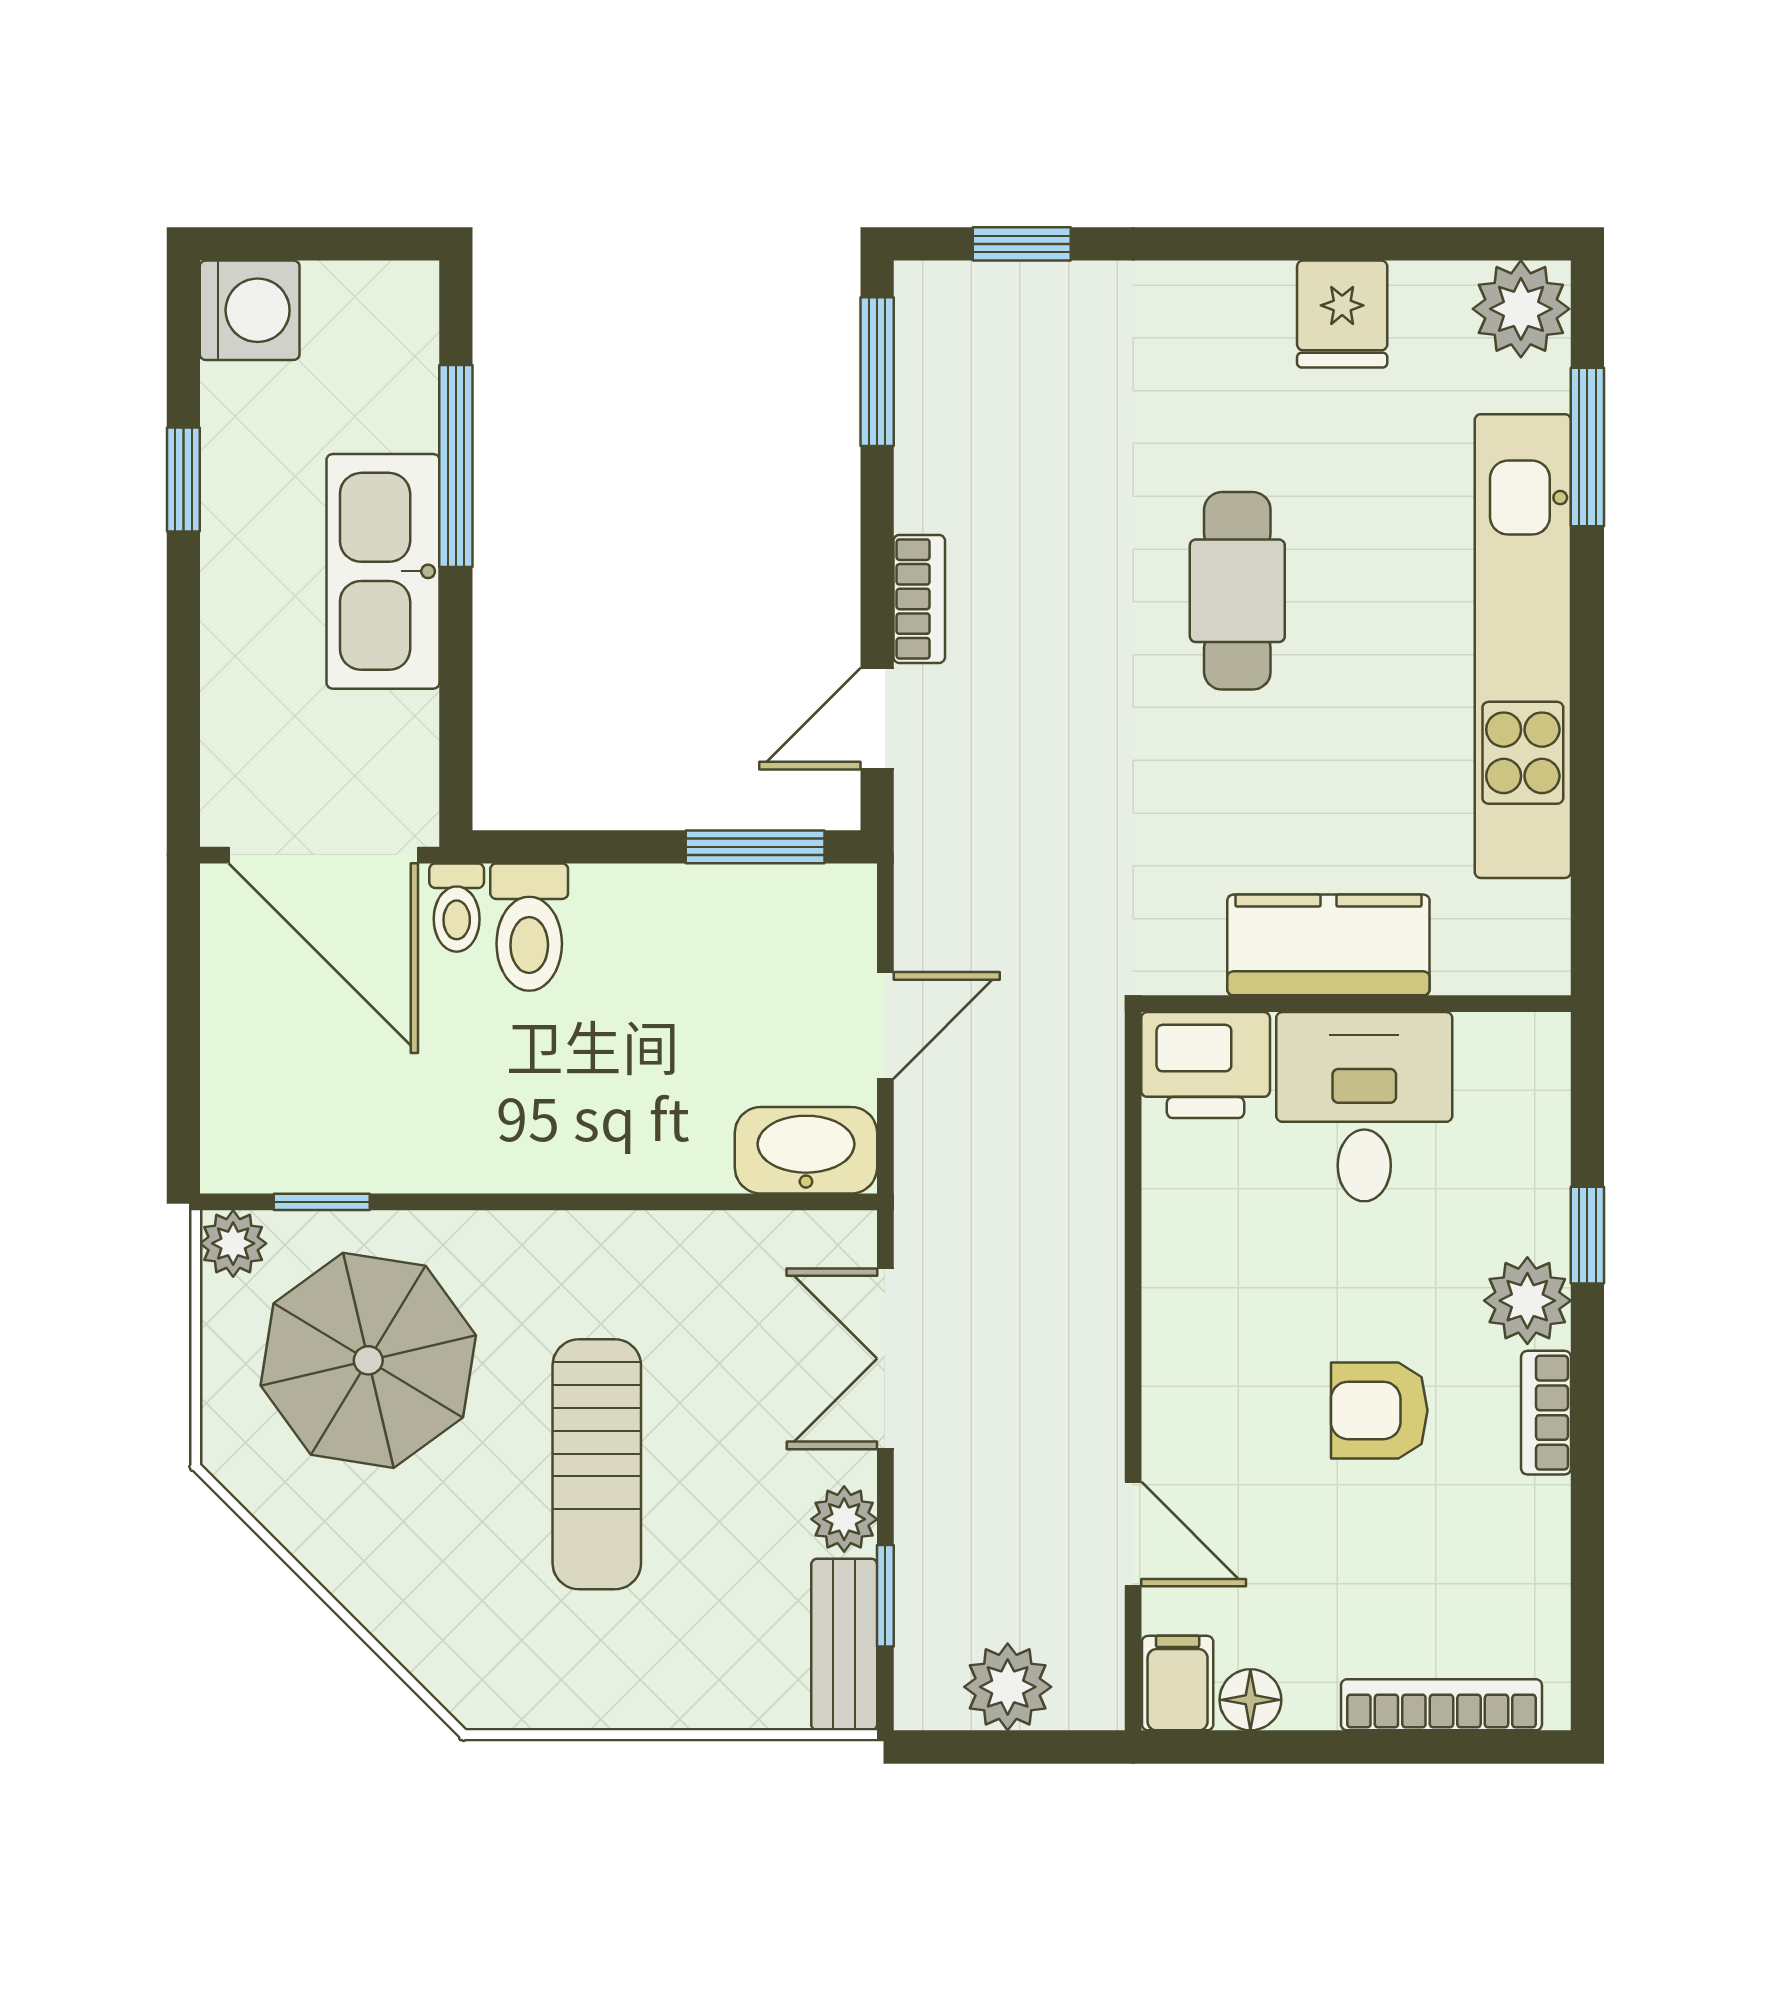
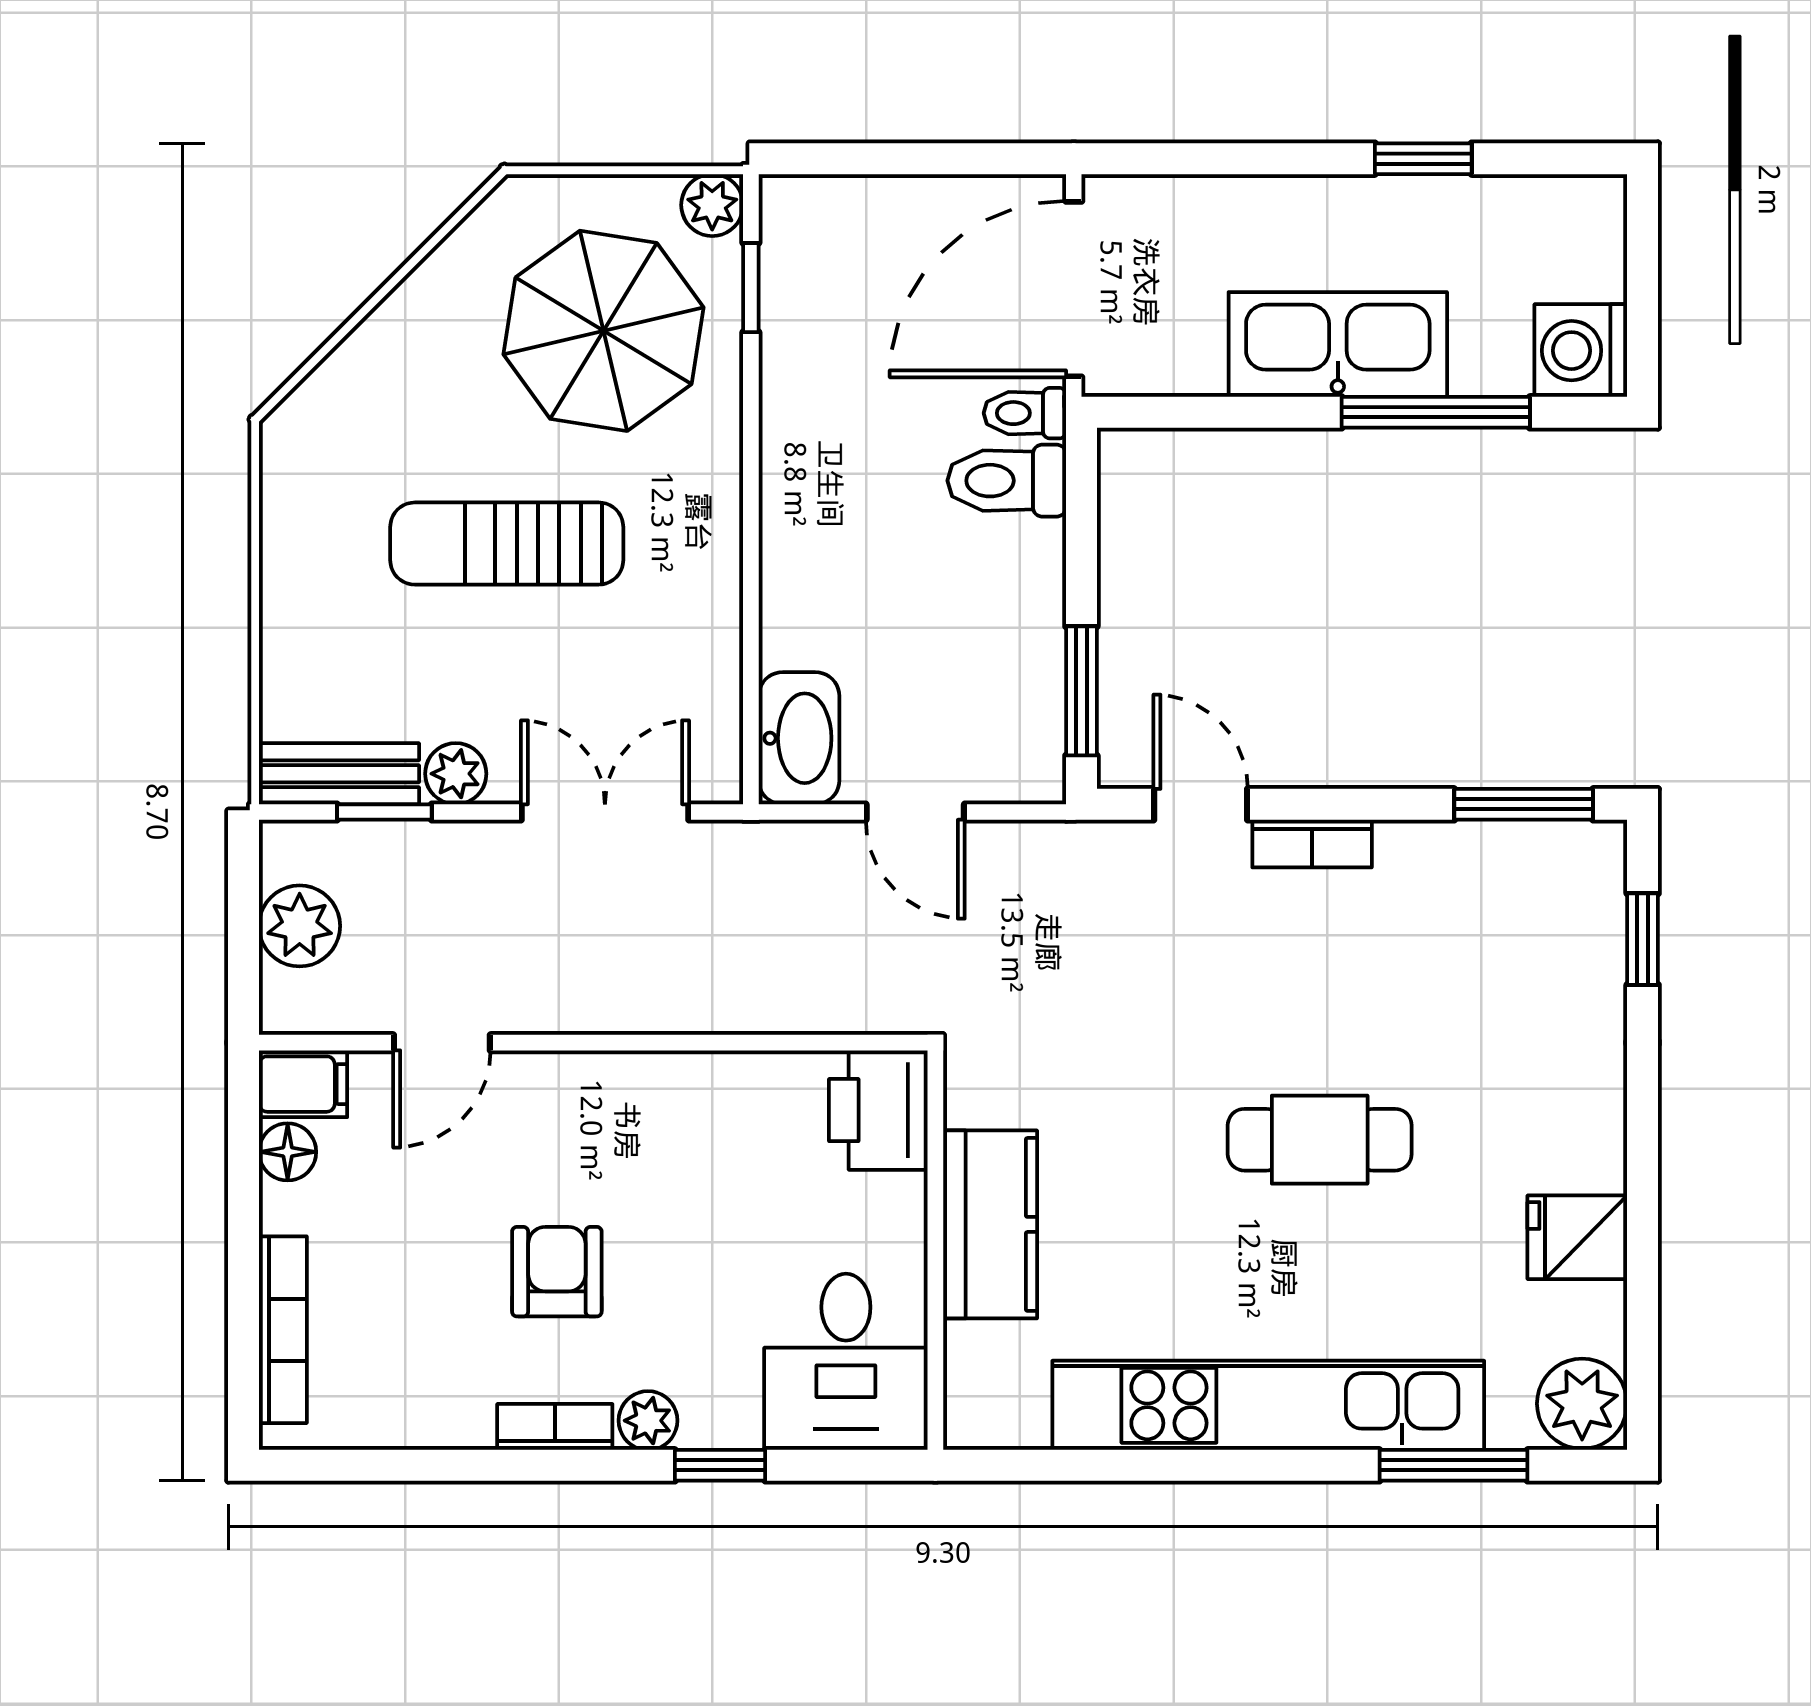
washing machine: (250, 310) -> (1581, 351), moved, turned 90
desk: (1364, 1107) -> (846, 1362), moved, turned 90
plant: (1527, 1301) -> (648, 1421), width x0.73, depth x0.73

